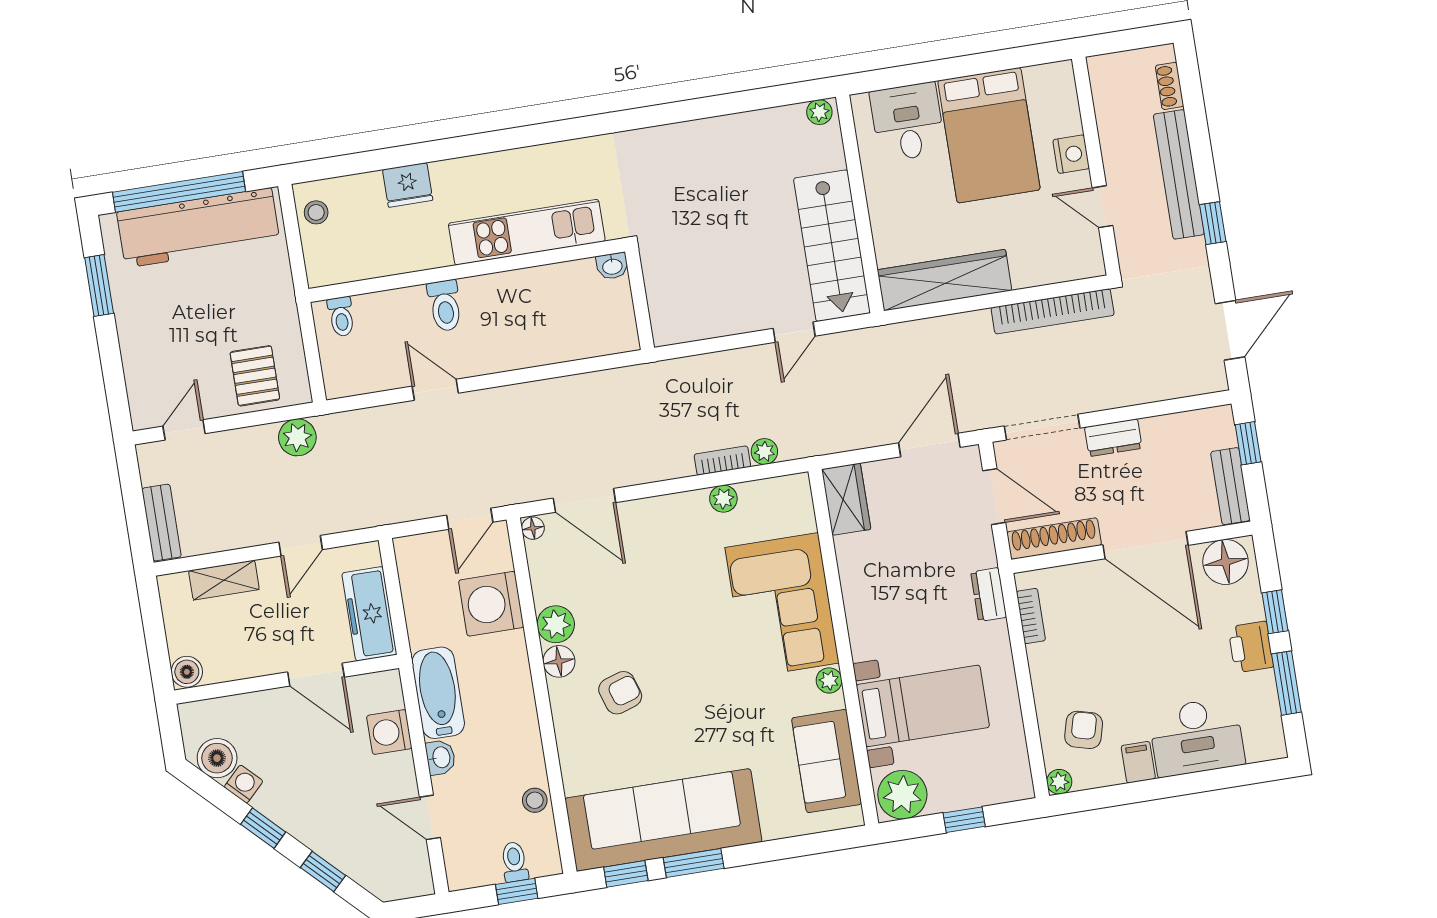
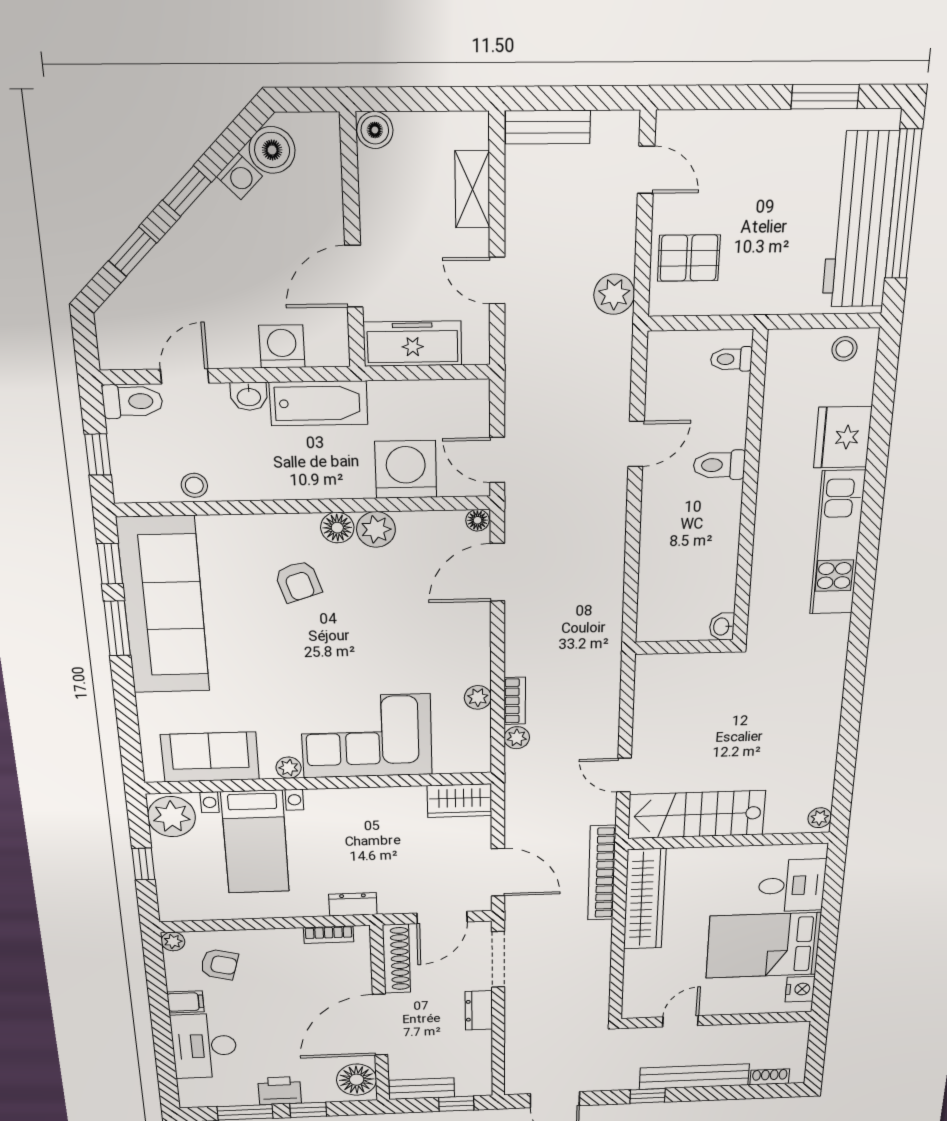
nightstand: (1071, 154) -> (800, 989), moved, turned -90
fridge: (408, 185) -> (843, 437), width x1.36, depth x1.34
kitchen unit: (527, 232) -> (837, 543), moved, turned 180
bookcase: (1053, 311) -> (602, 873), moved
toilet: (514, 862) -> (132, 401), moved, width x1.37, depth x1.39

